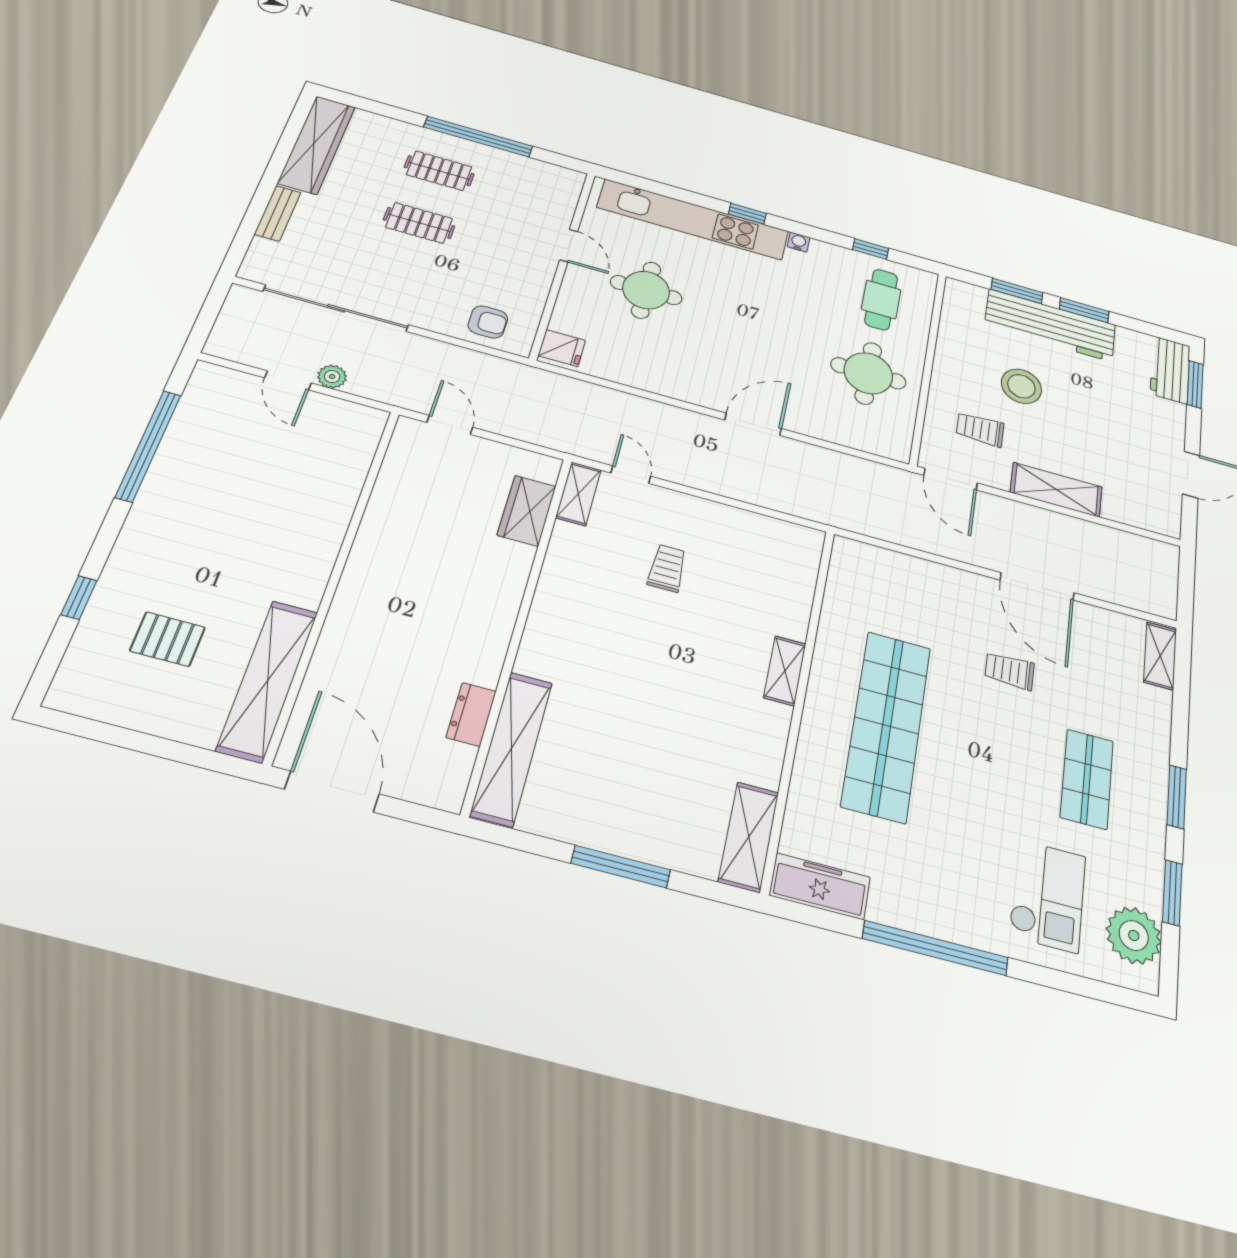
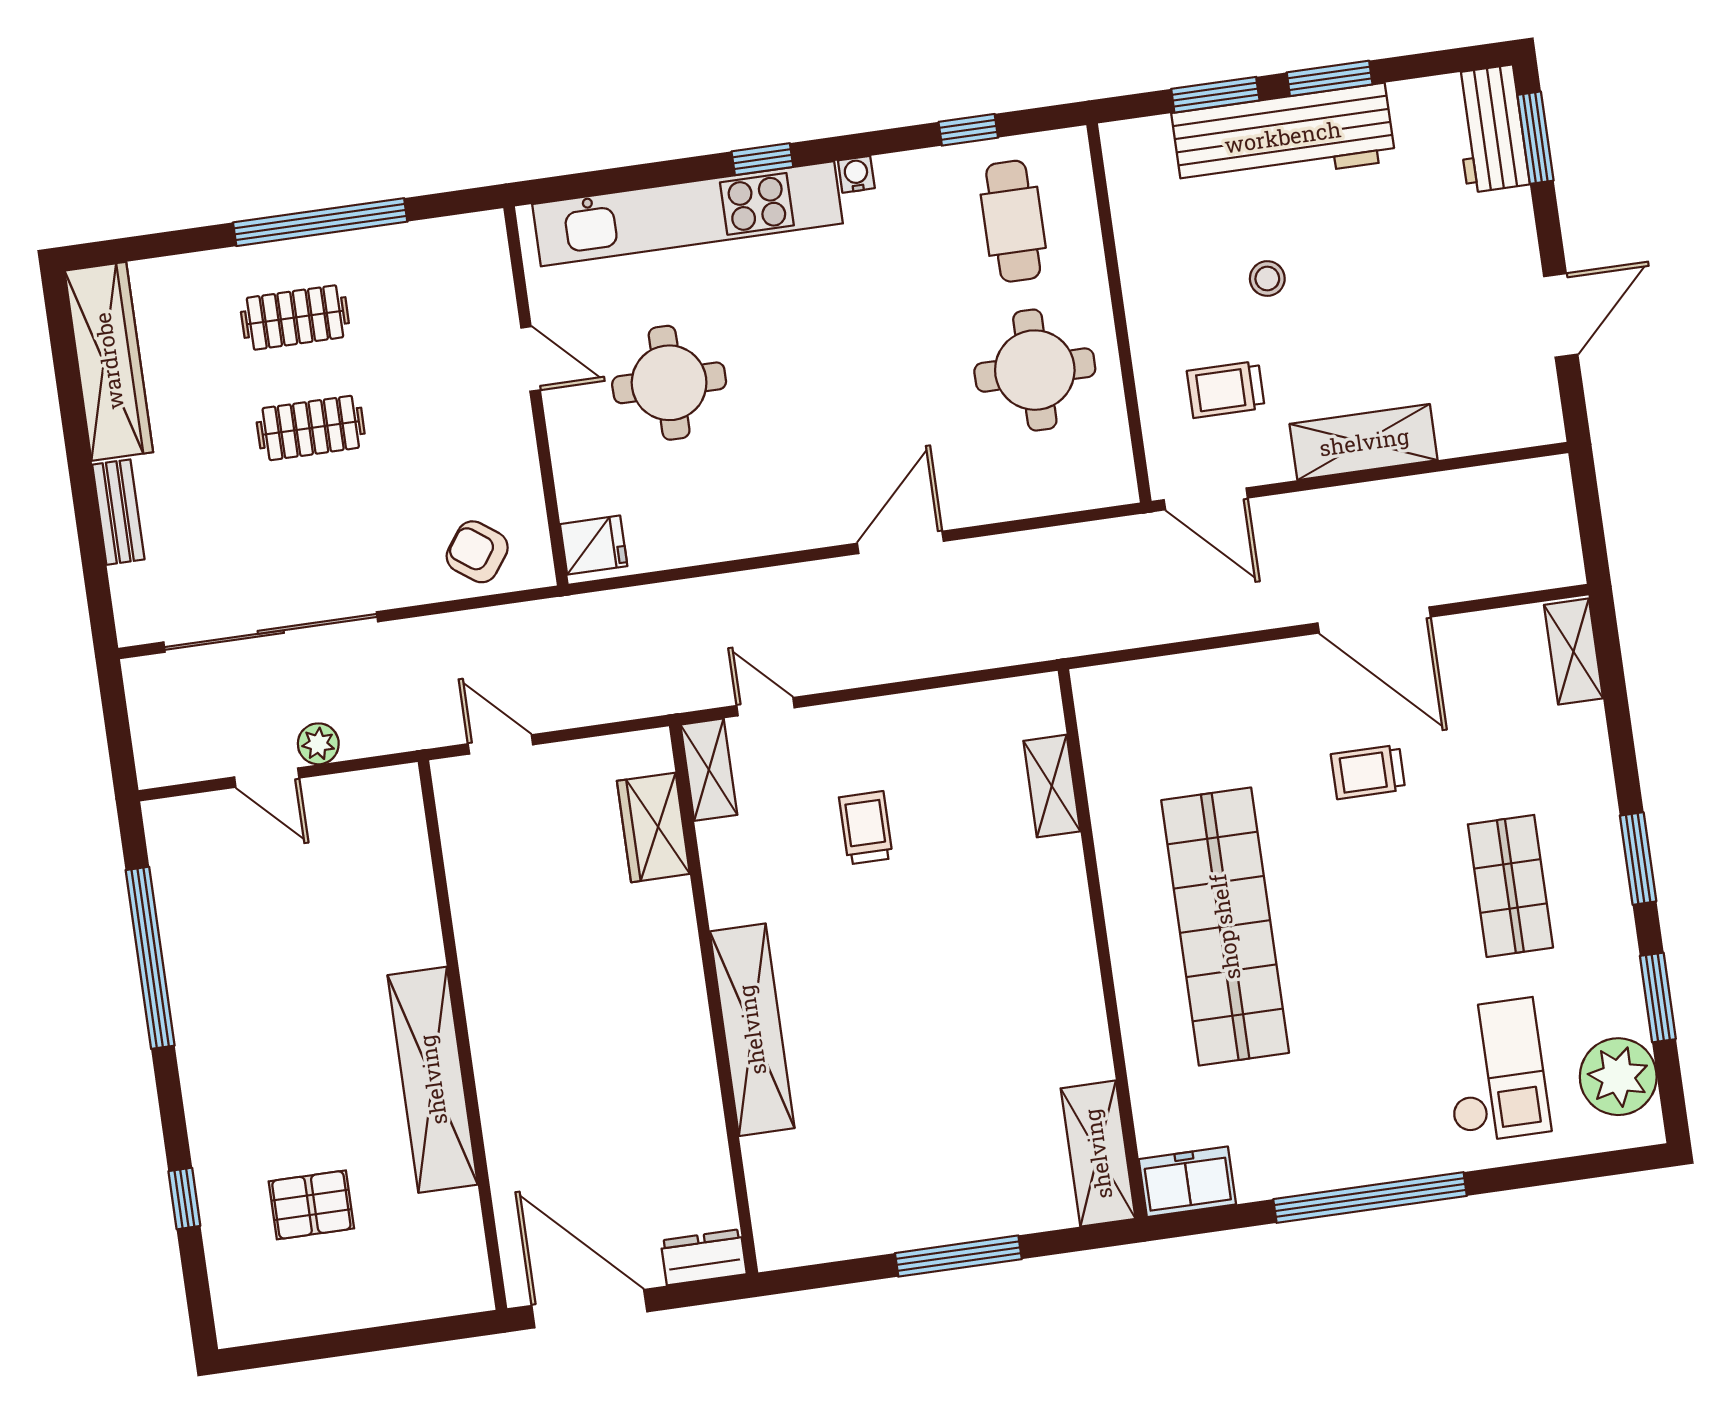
armchair: (488, 322) -> (477, 552), turned -144
stool: (1021, 386) -> (1267, 279), width x0.53, depth x0.53
shelving: (785, 671) -> (1052, 786), moved
shelving: (268, 680) -> (433, 1080), moved
dresser: (471, 714) -> (704, 1257), moved, turned 90
shelving: (512, 748) -> (752, 1030), moved
freezer: (820, 886) -> (1187, 1182), width x0.71

